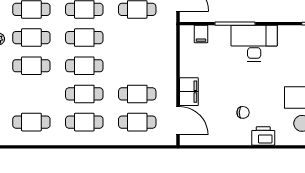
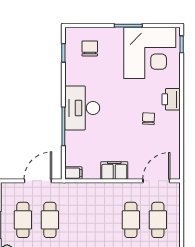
filing cabinet: (201, 34) -> (73, 173), moved
filing cabinet: (189, 92) -> (114, 171), moved

